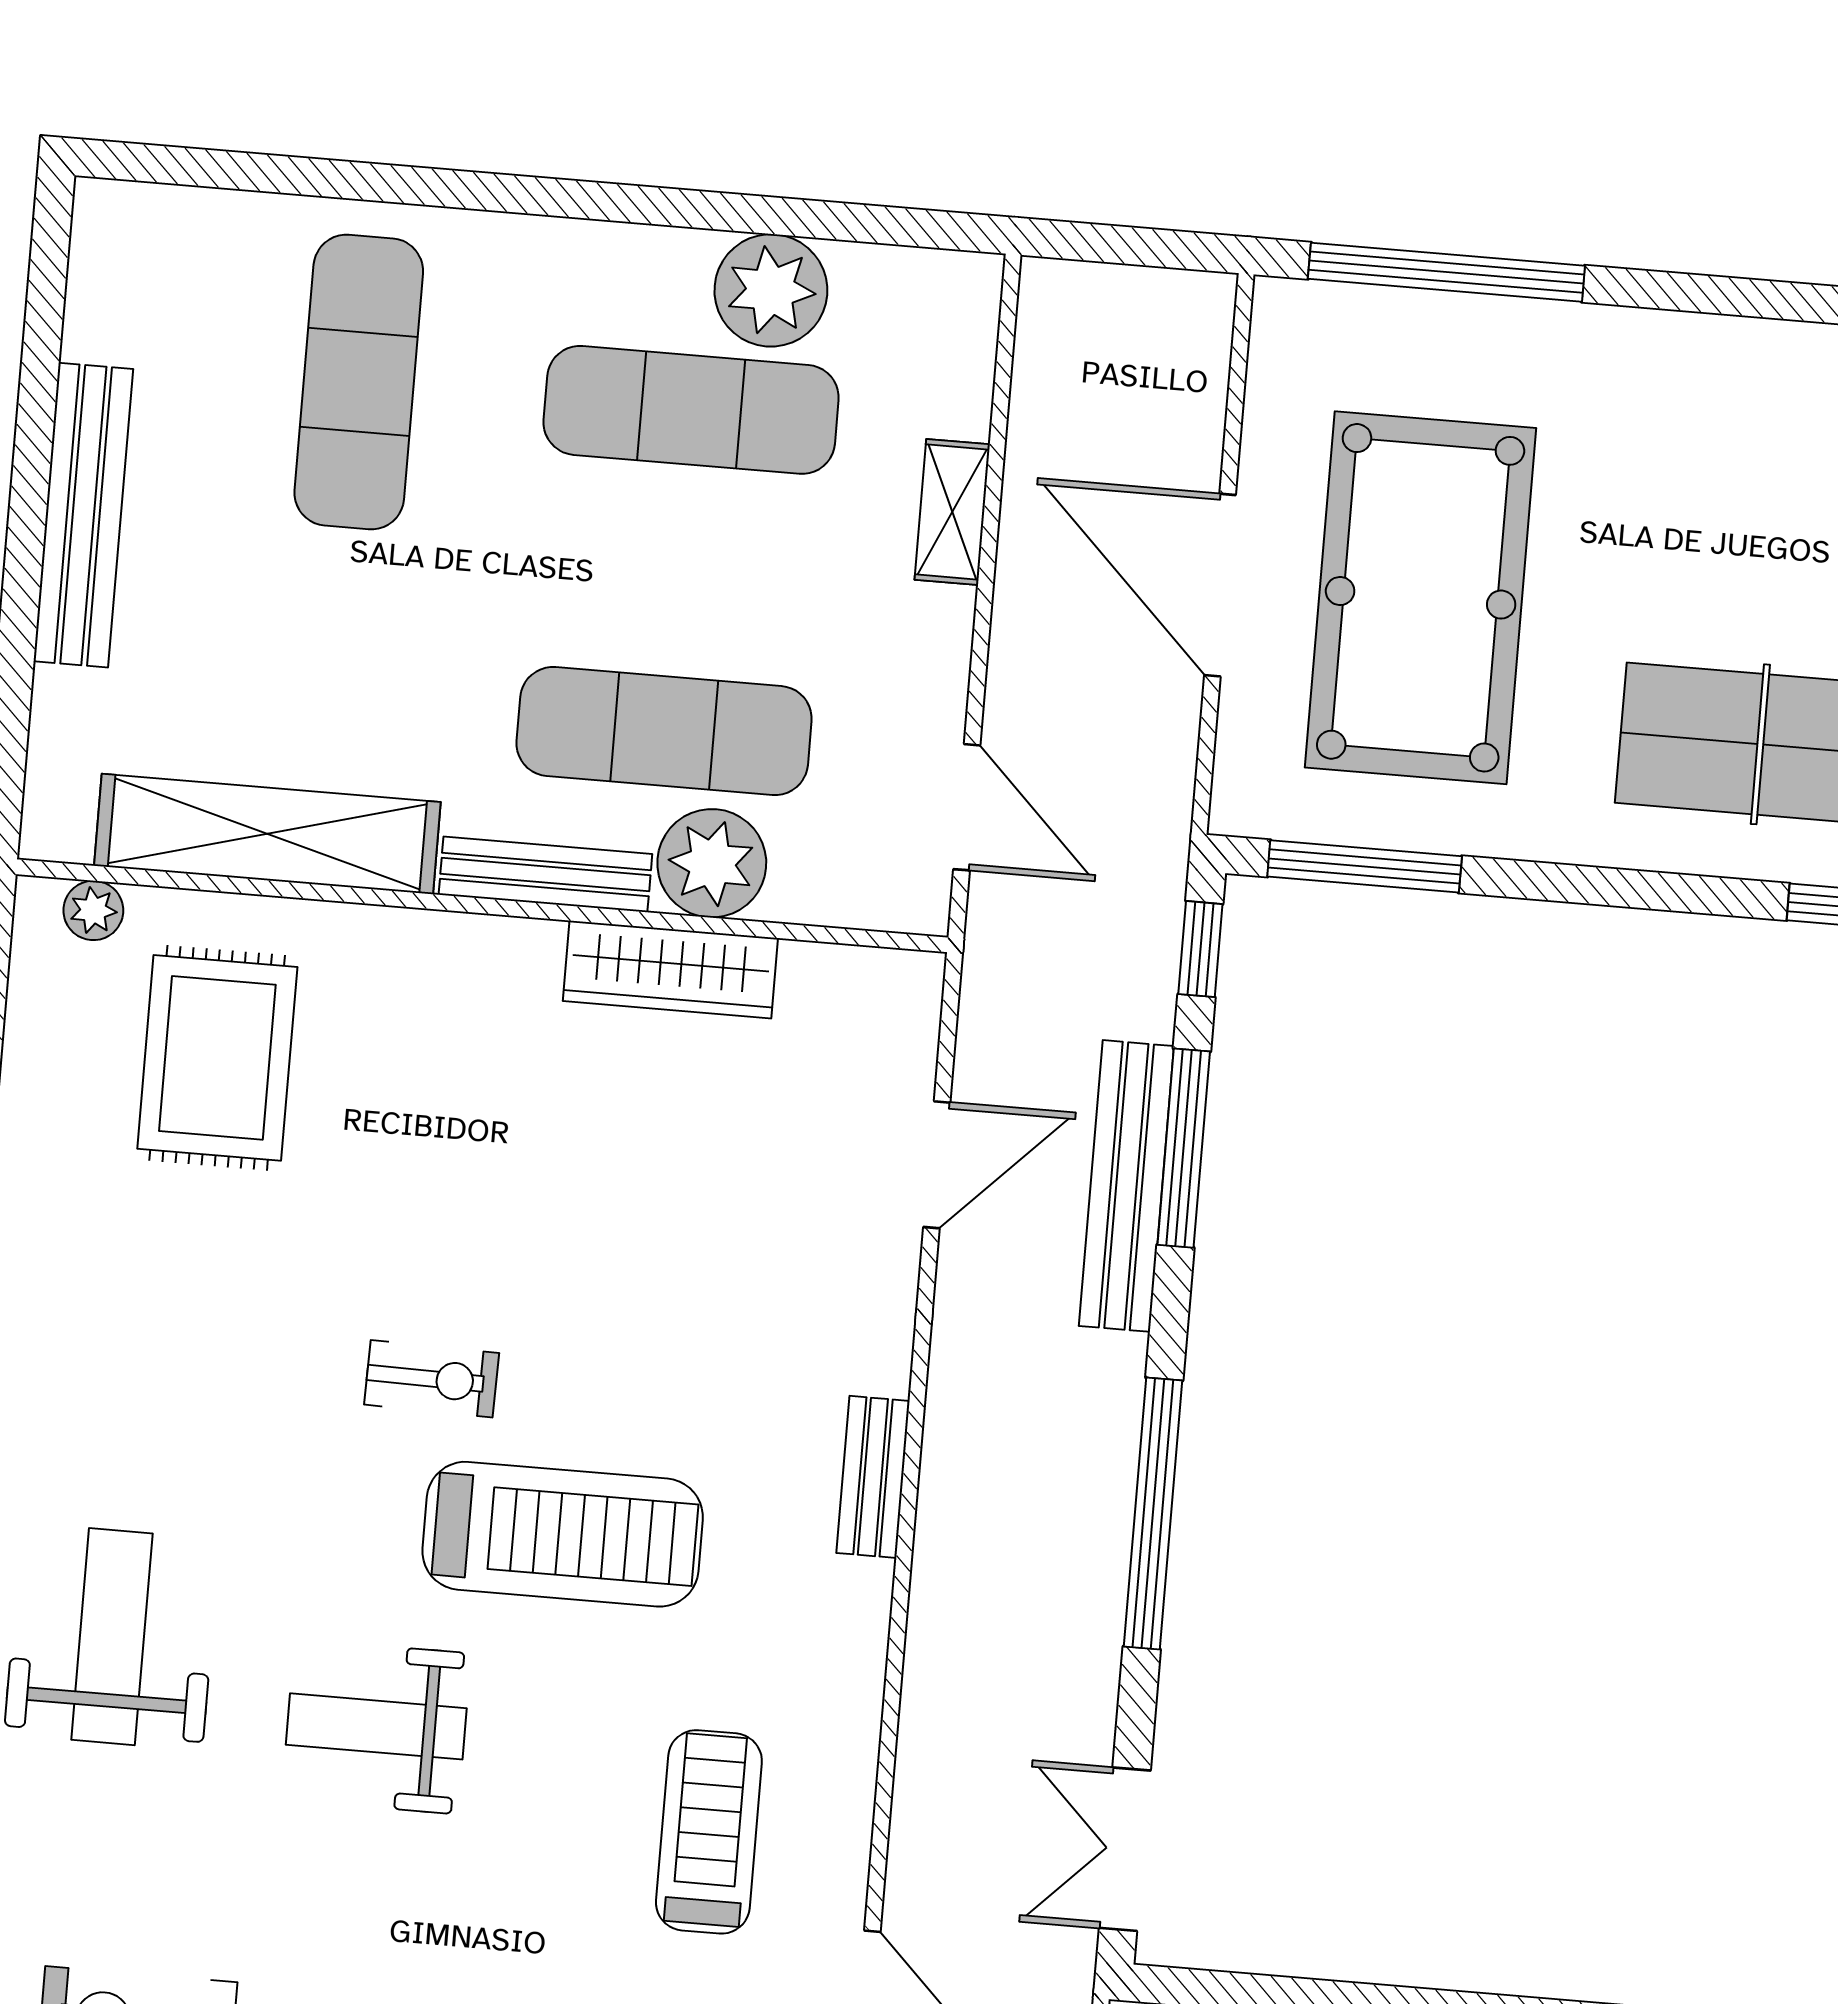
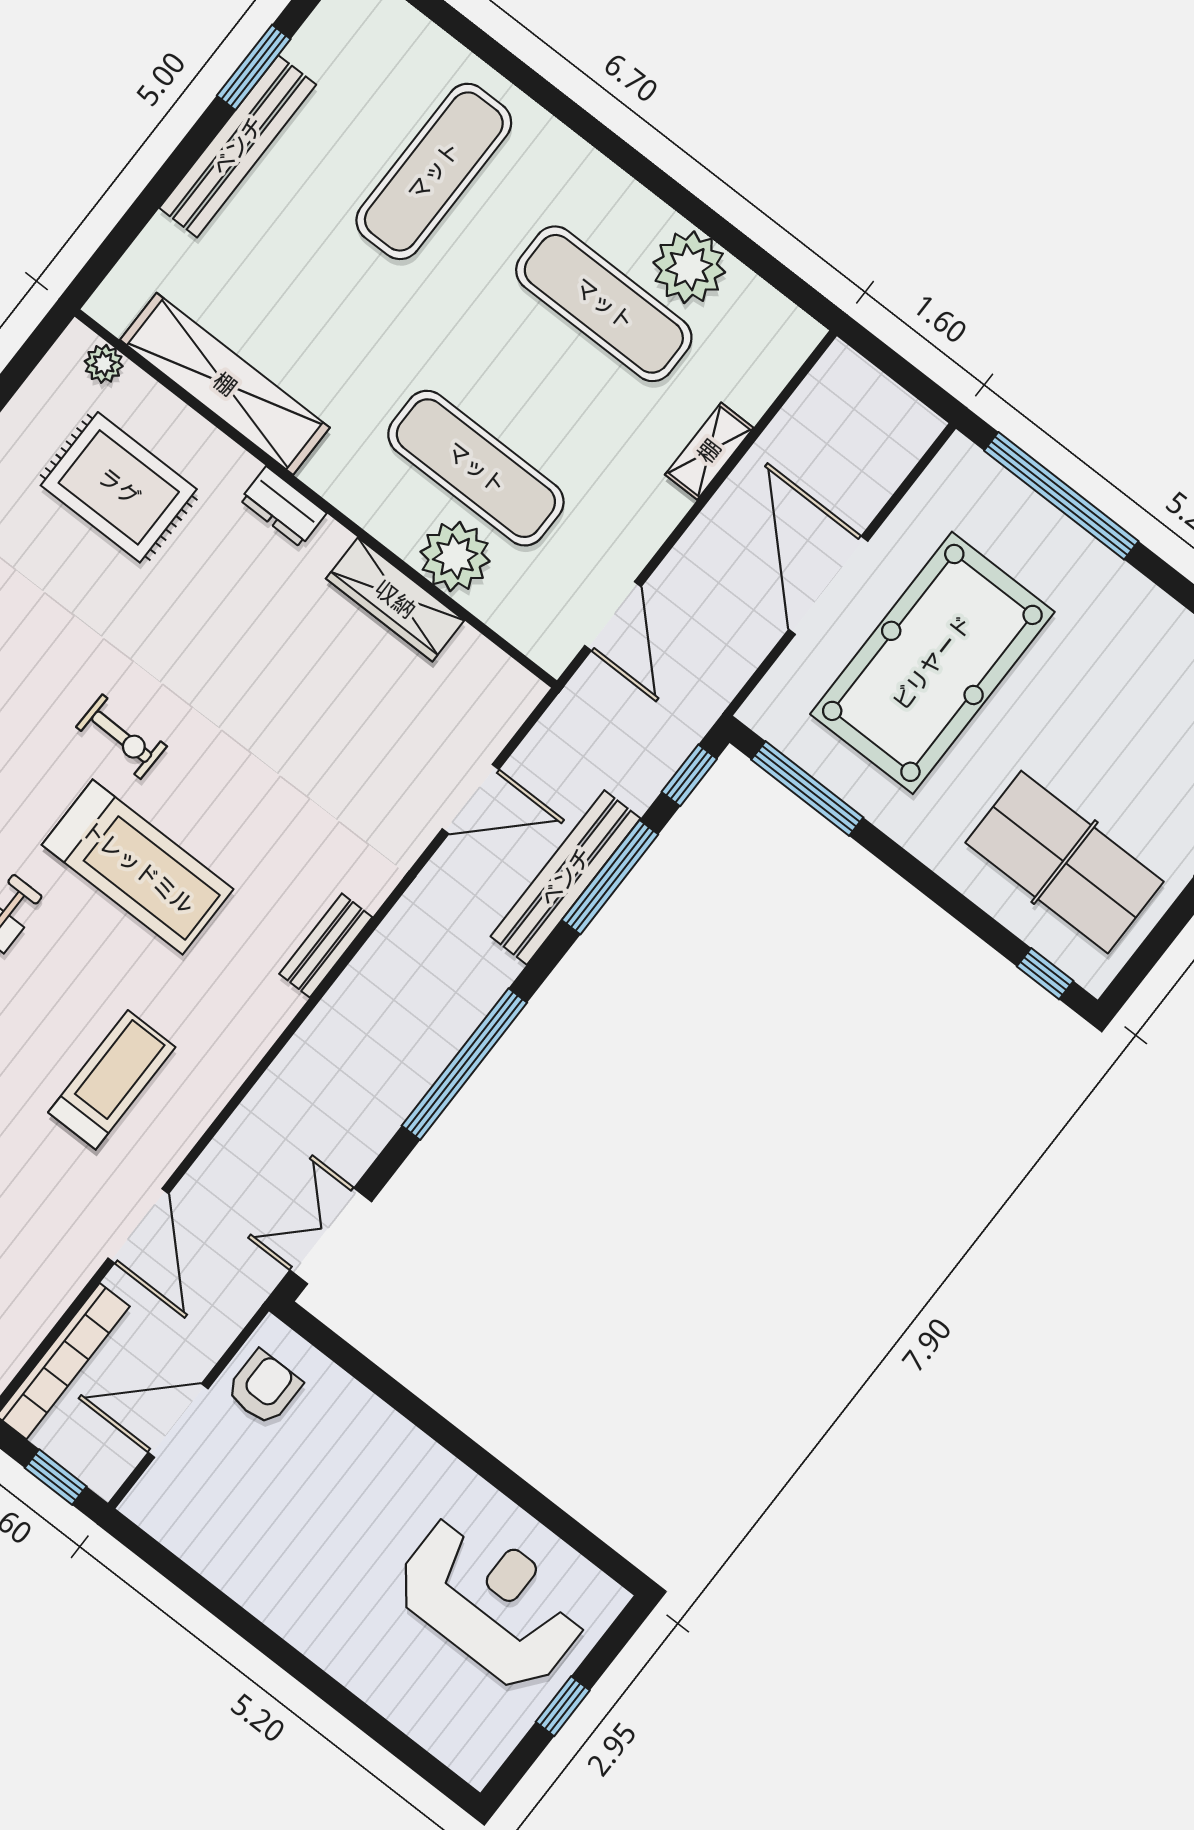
window: (37, 399) -> (254, 67), added
bench: (545, 874) -> (361, 504), removed
dresser: (447, 944) -> (283, 507), added
rug: (217, 1058) -> (119, 487), turned 90

